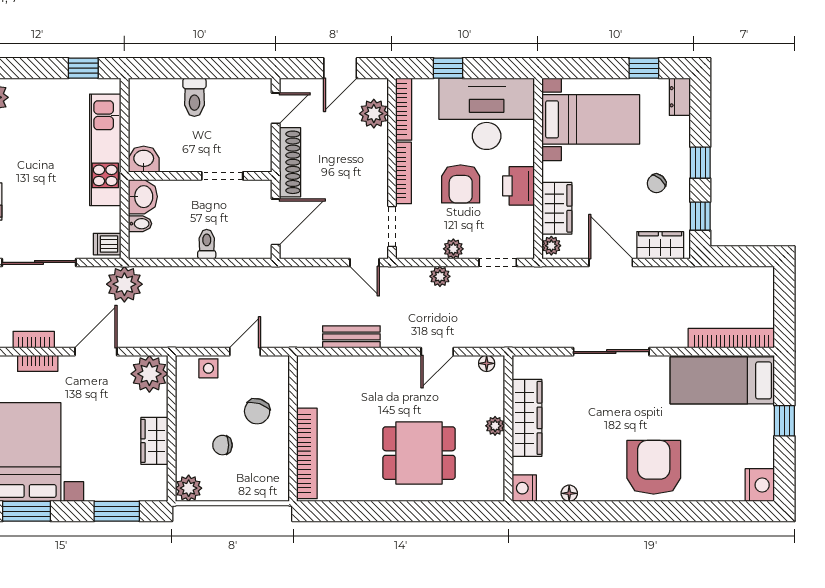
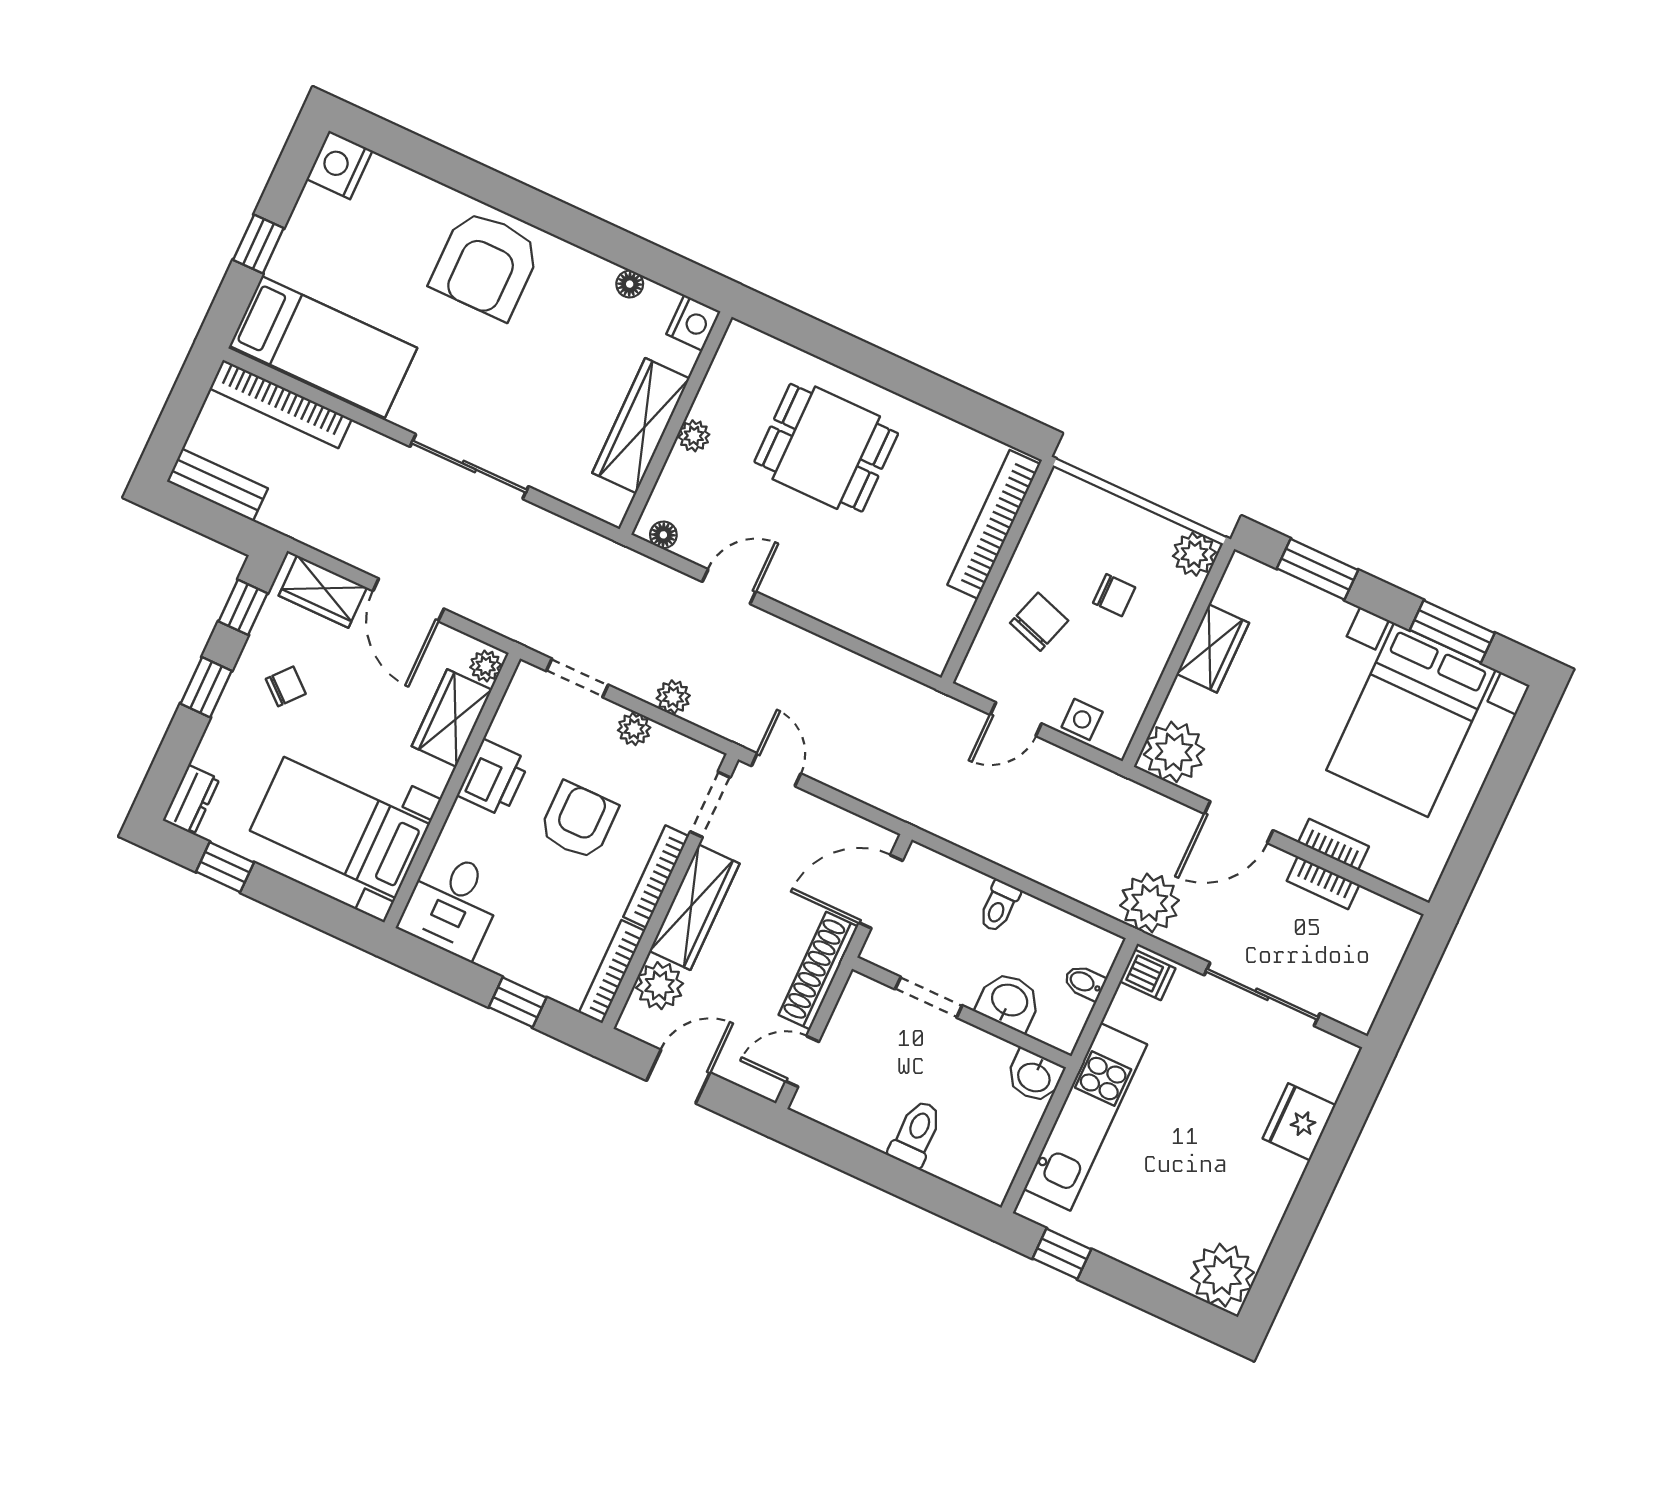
desk: (487, 114) -> (452, 904), width x0.53, depth x0.77
wardrobe: (374, 166) -> (694, 907), added
washbasin: (143, 197) -> (1009, 1001), moved, turned 90
bench: (351, 337) -> (217, 485), moved

